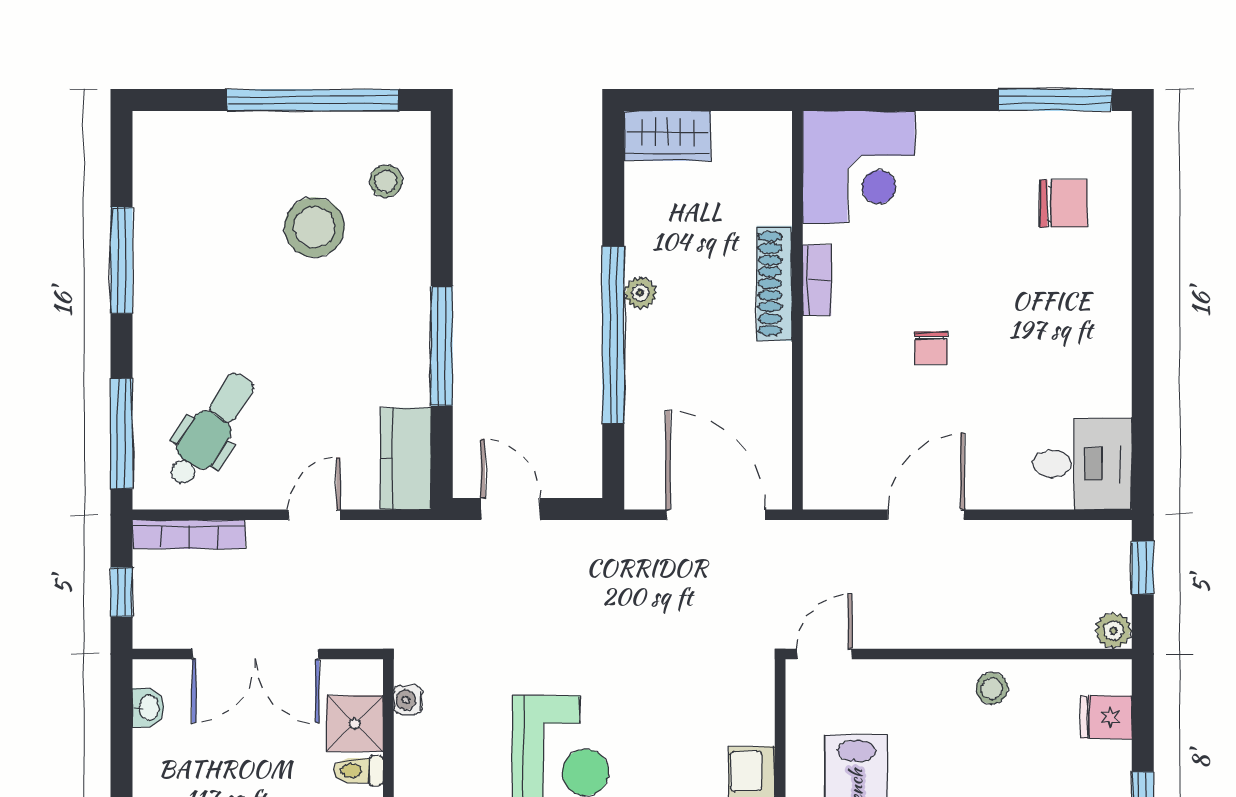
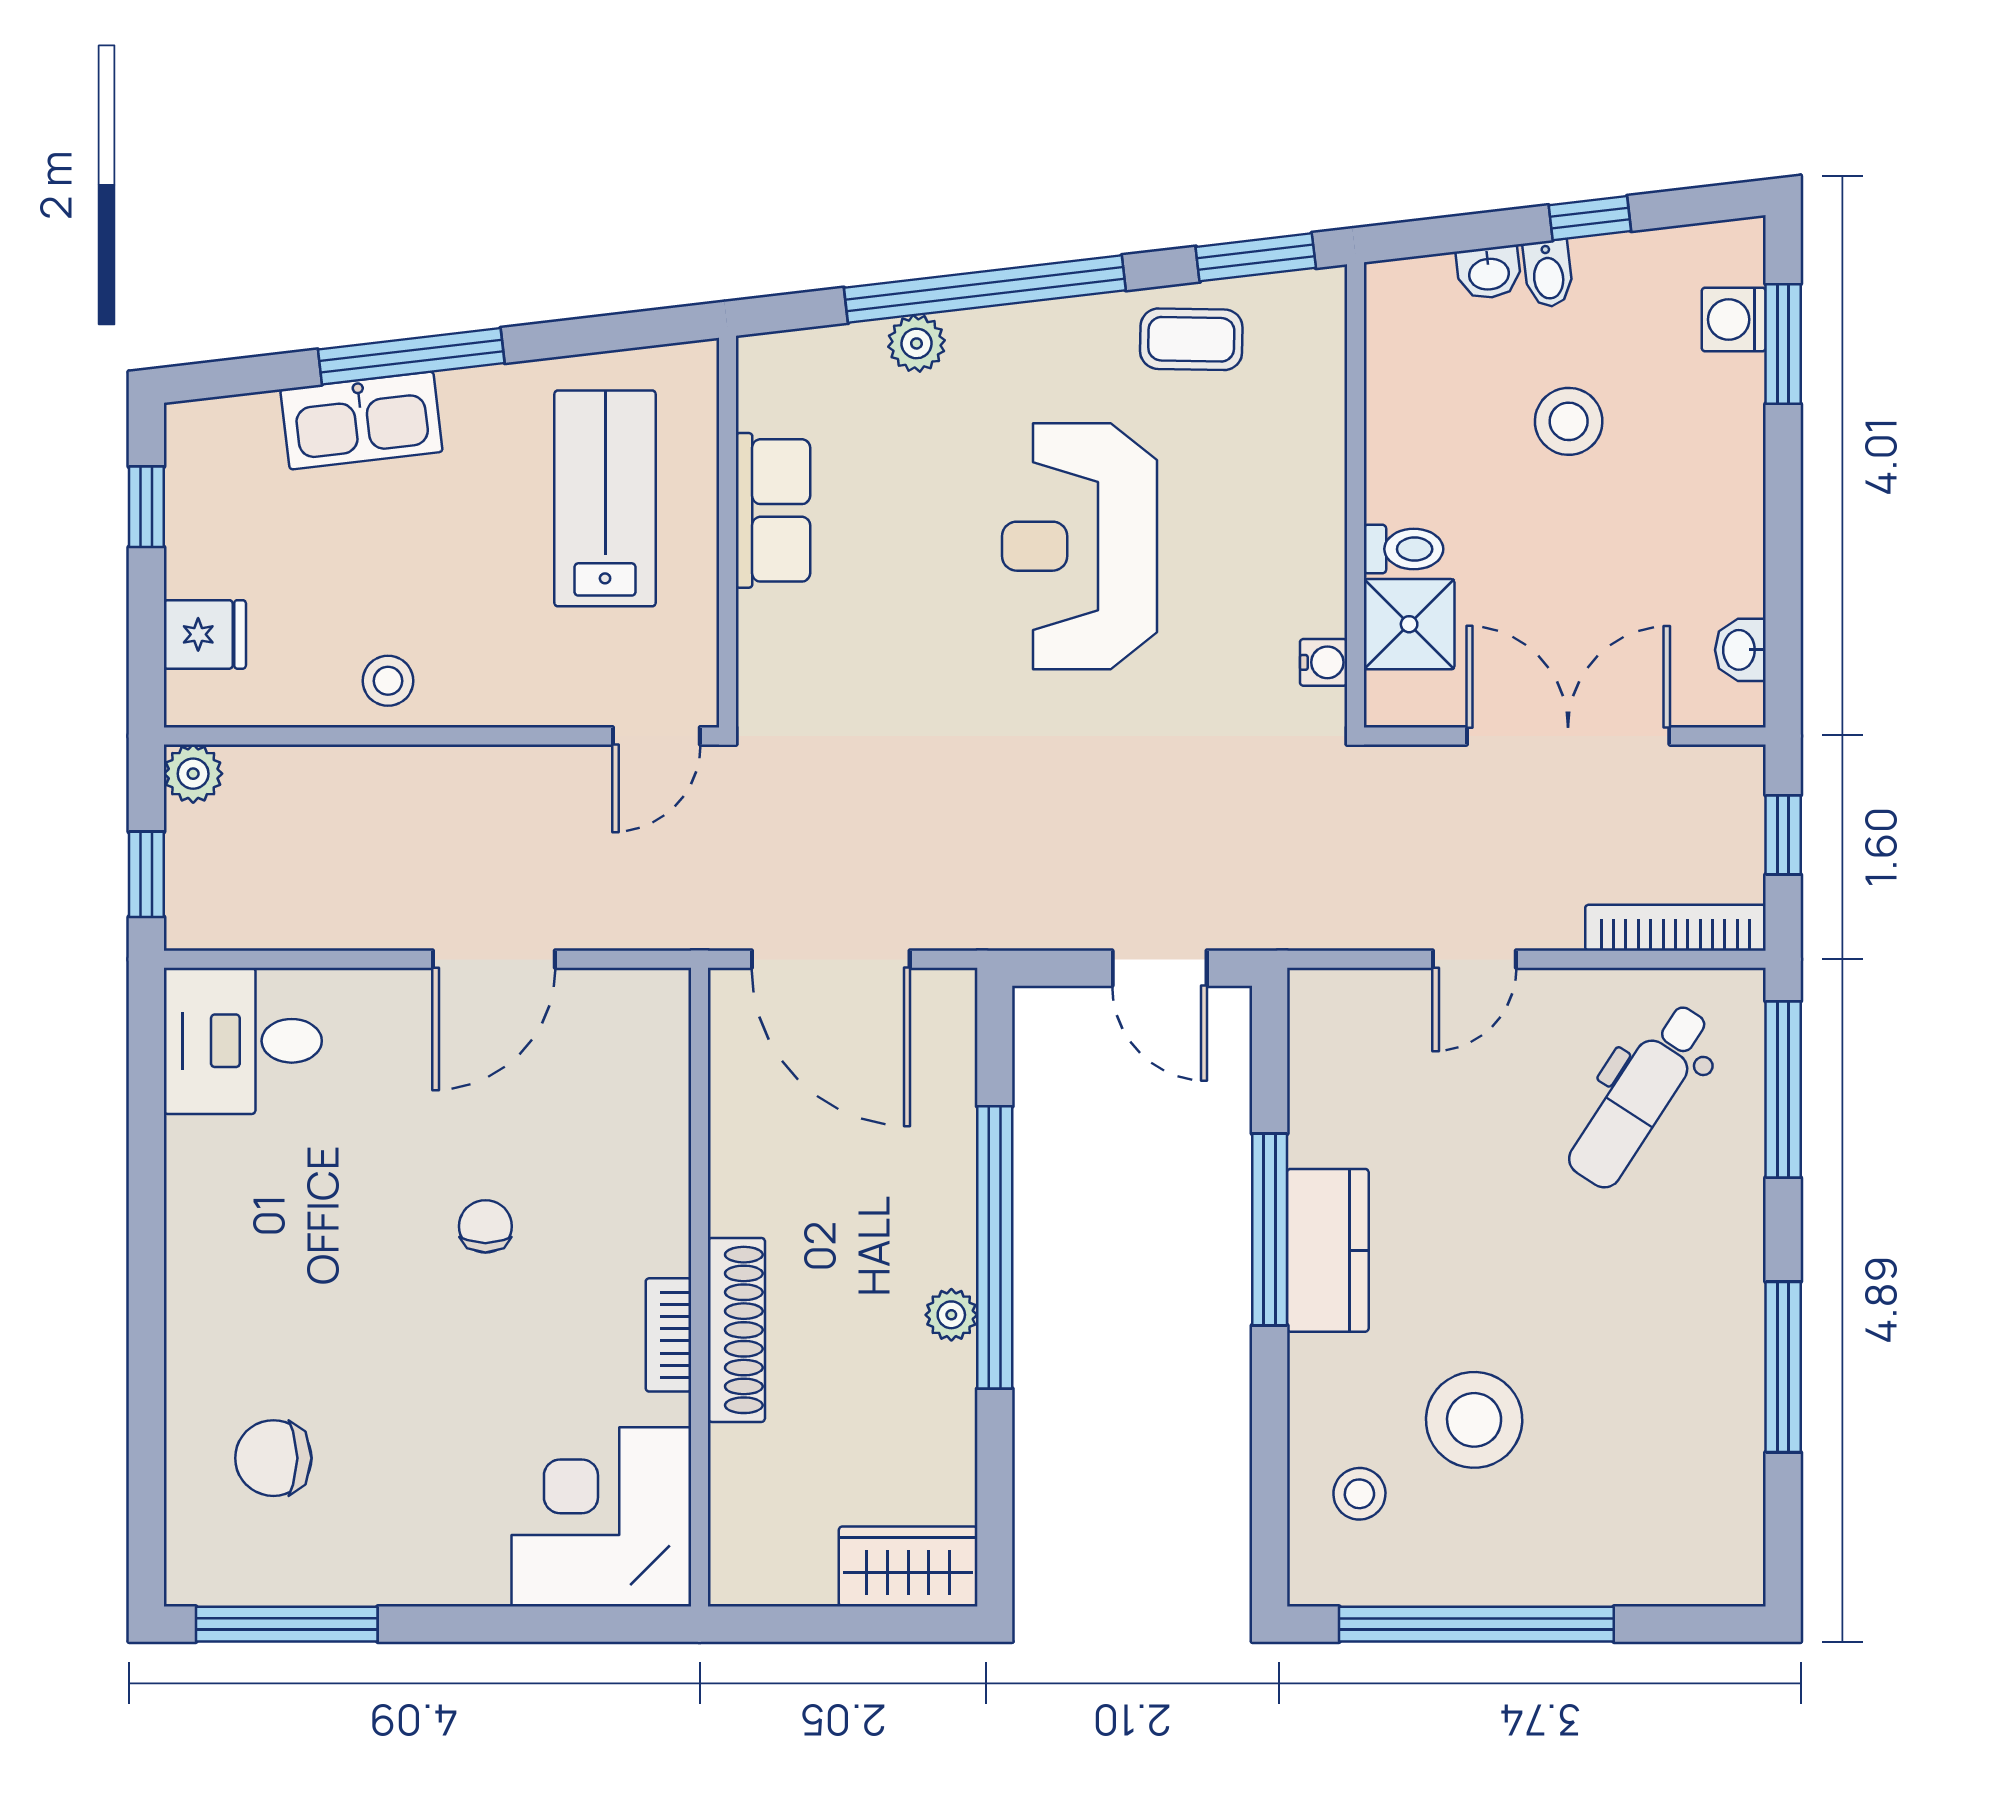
kitchen counter: (406, 459) -> (1328, 1250), moved

